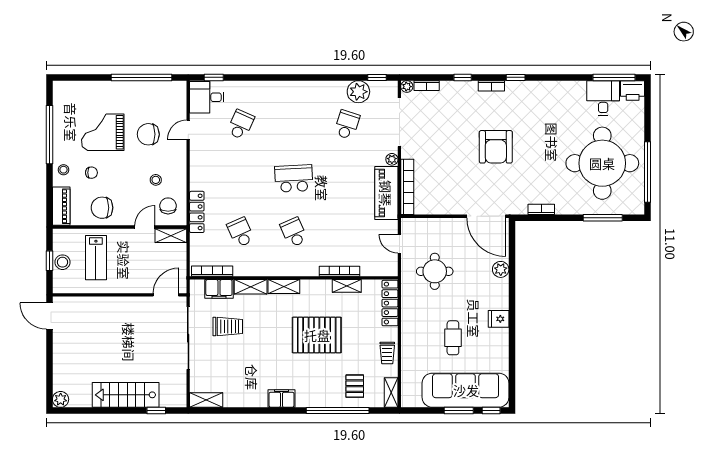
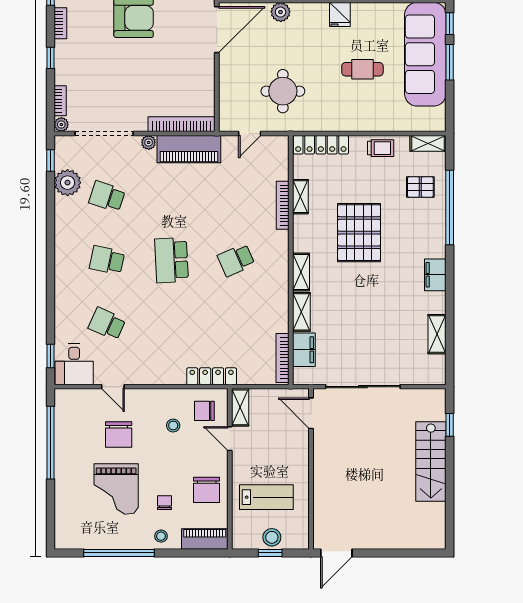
school desk: (241, 232) -> (107, 260), moved, turned 36
trolley: (228, 326) -> (349, 339), removed
plant: (61, 399) -> (436, 540), removed
shelving: (206, 400) -> (437, 334), moved

